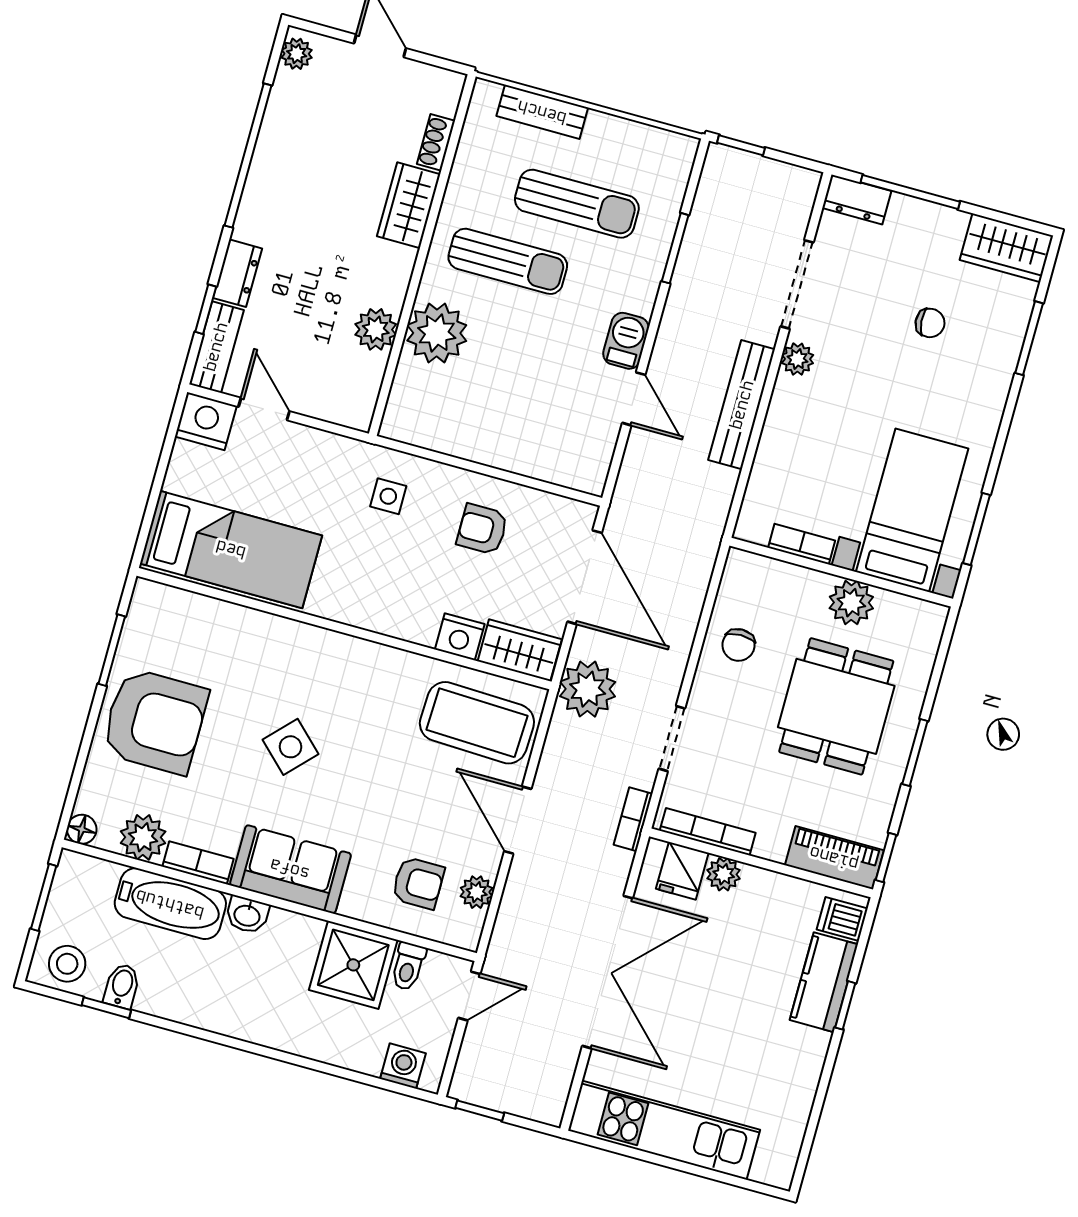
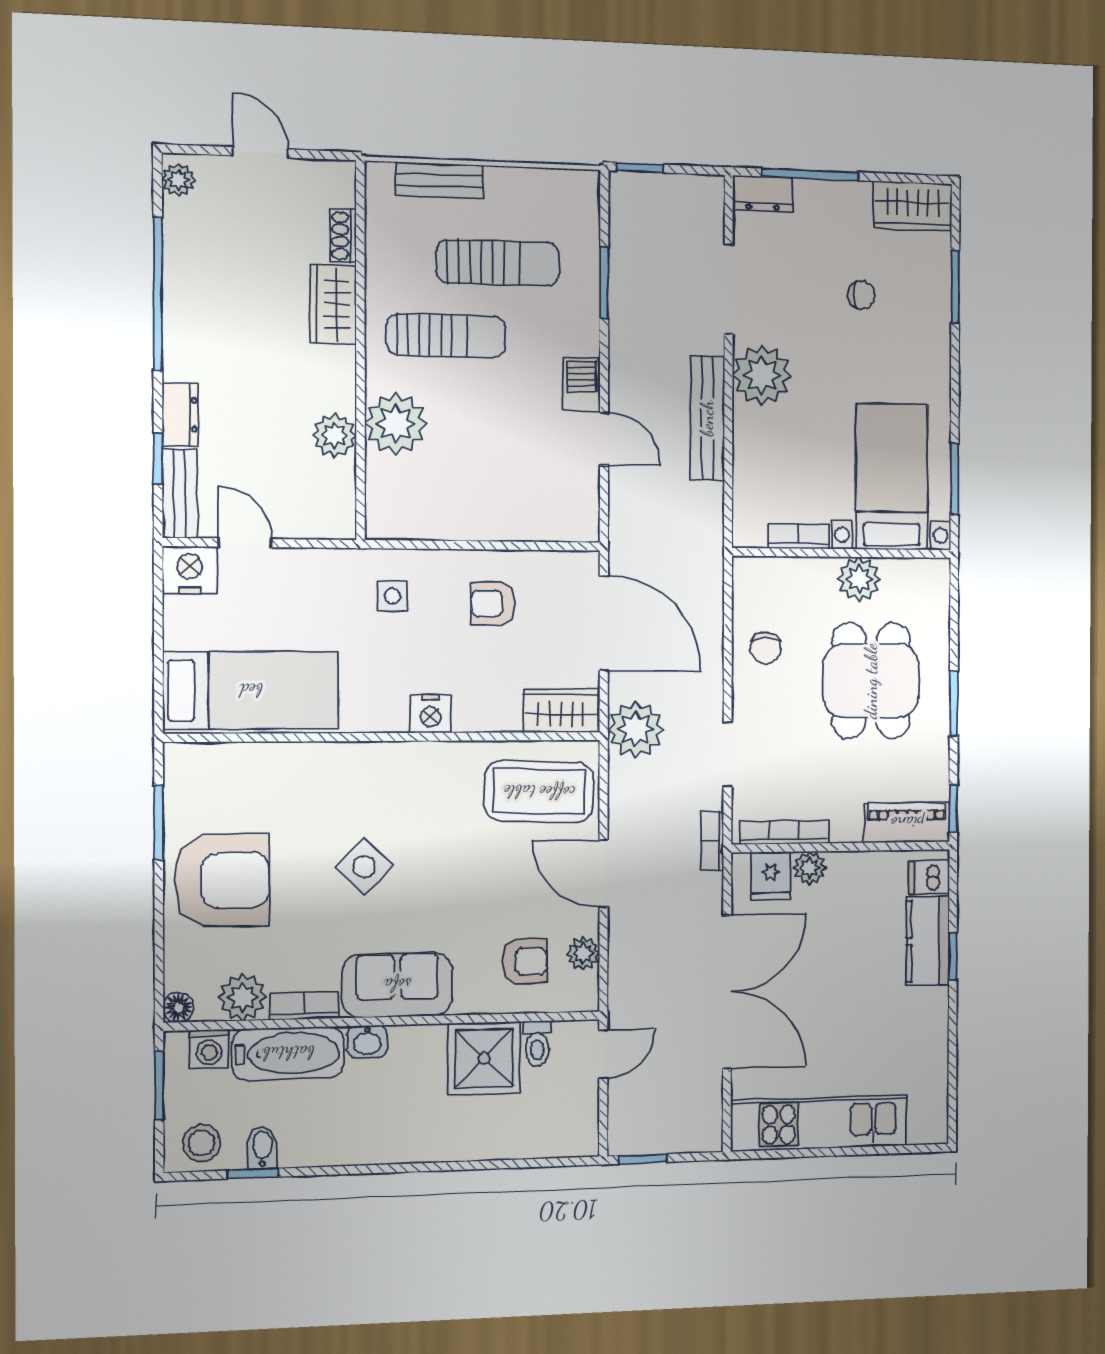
plant: (797, 359) -> (762, 375), width x1.87, depth x1.87
nightstand: (460, 637) -> (431, 714), moved
washing machine: (403, 1066) -> (209, 1049), moved, turned 180

